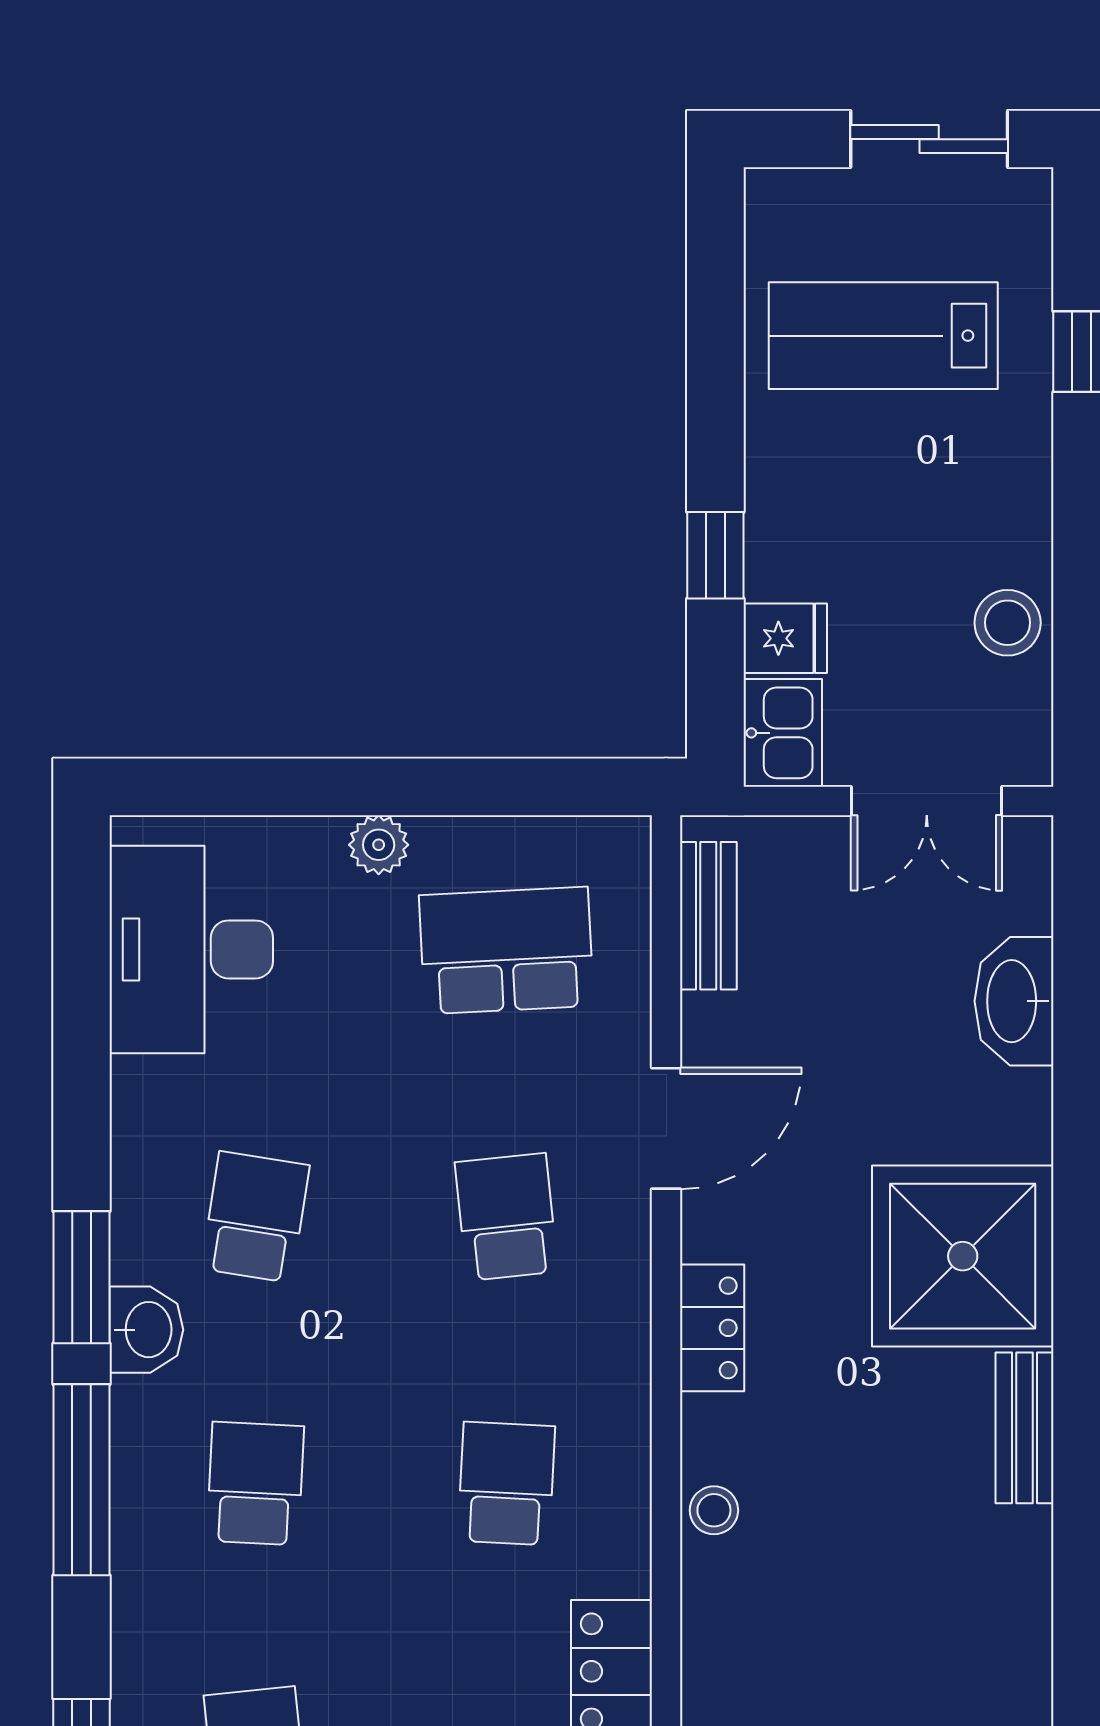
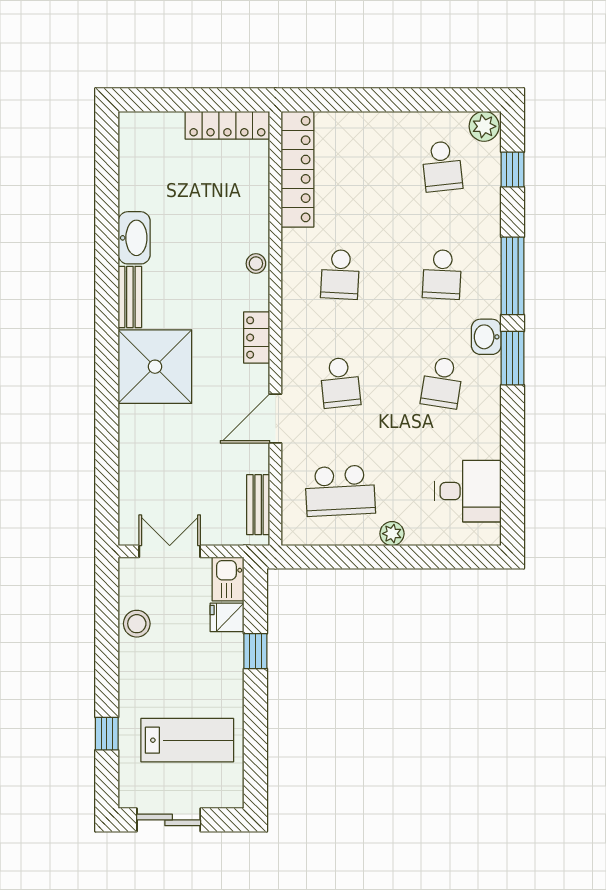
desk: (191, 949) -> (468, 491), width x0.73
washbasin: (1014, 1001) -> (134, 238), moved

